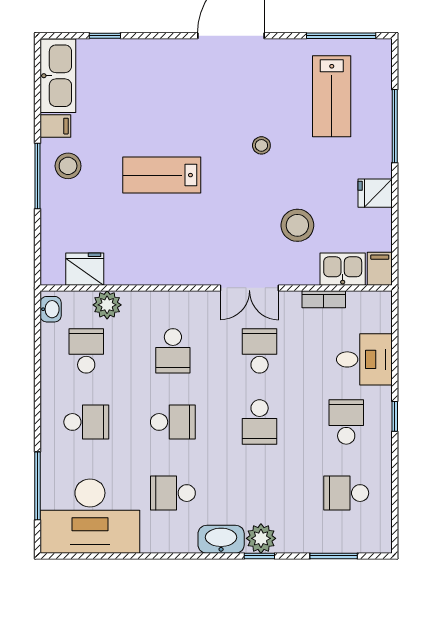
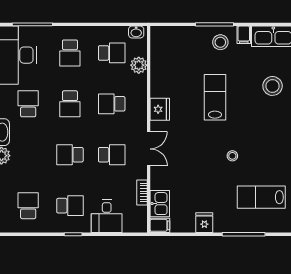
stool: (297, 225) -> (273, 86), moved
fridge: (85, 269) -> (160, 109), moved
double door: (249, 288) -> (149, 149), swing flipped

